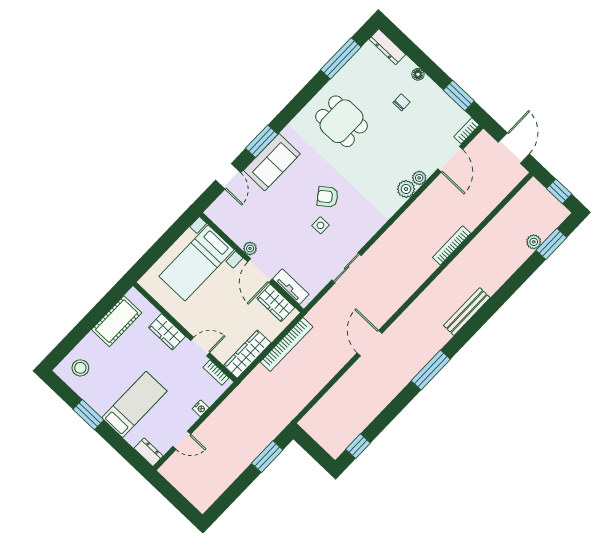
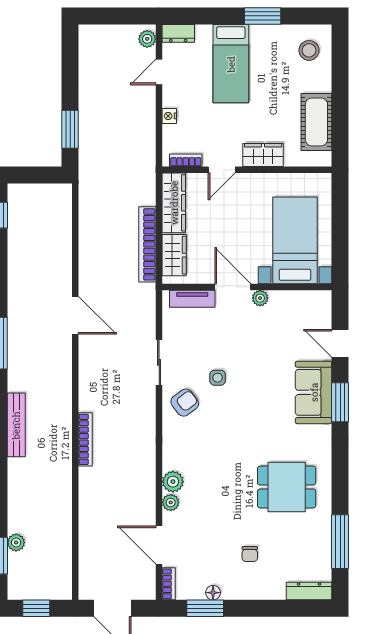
floor lamp: (418, 74) -> (213, 593), moved
armchair: (328, 197) -> (185, 403), moved
bookcase: (452, 245) -> (85, 439), moved
wardrobe: (276, 303) -> (174, 255), moved, turned 90
plant: (170, 467) -> (147, 39), added

